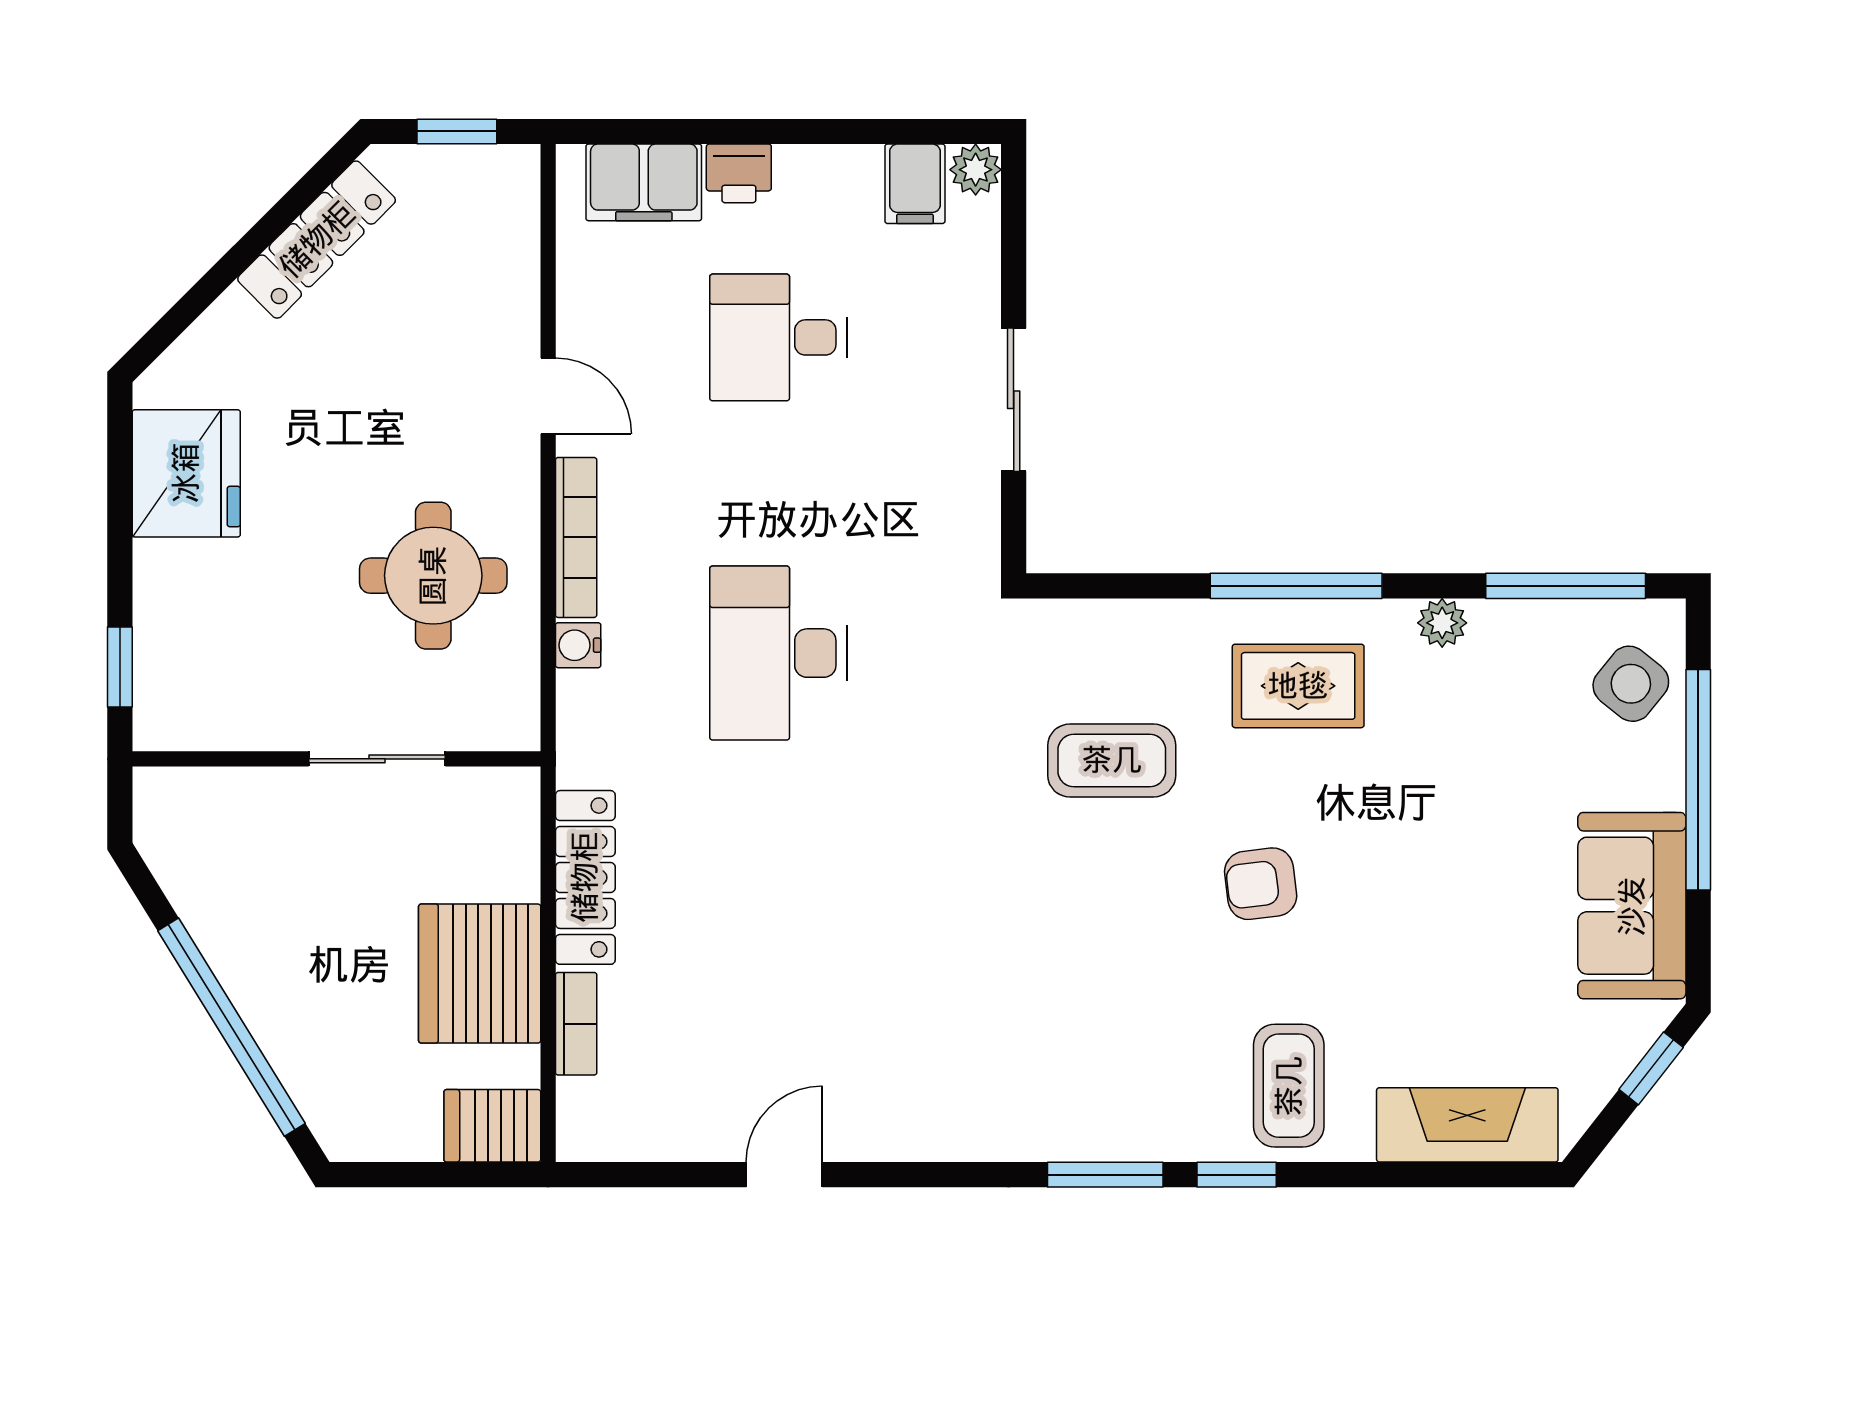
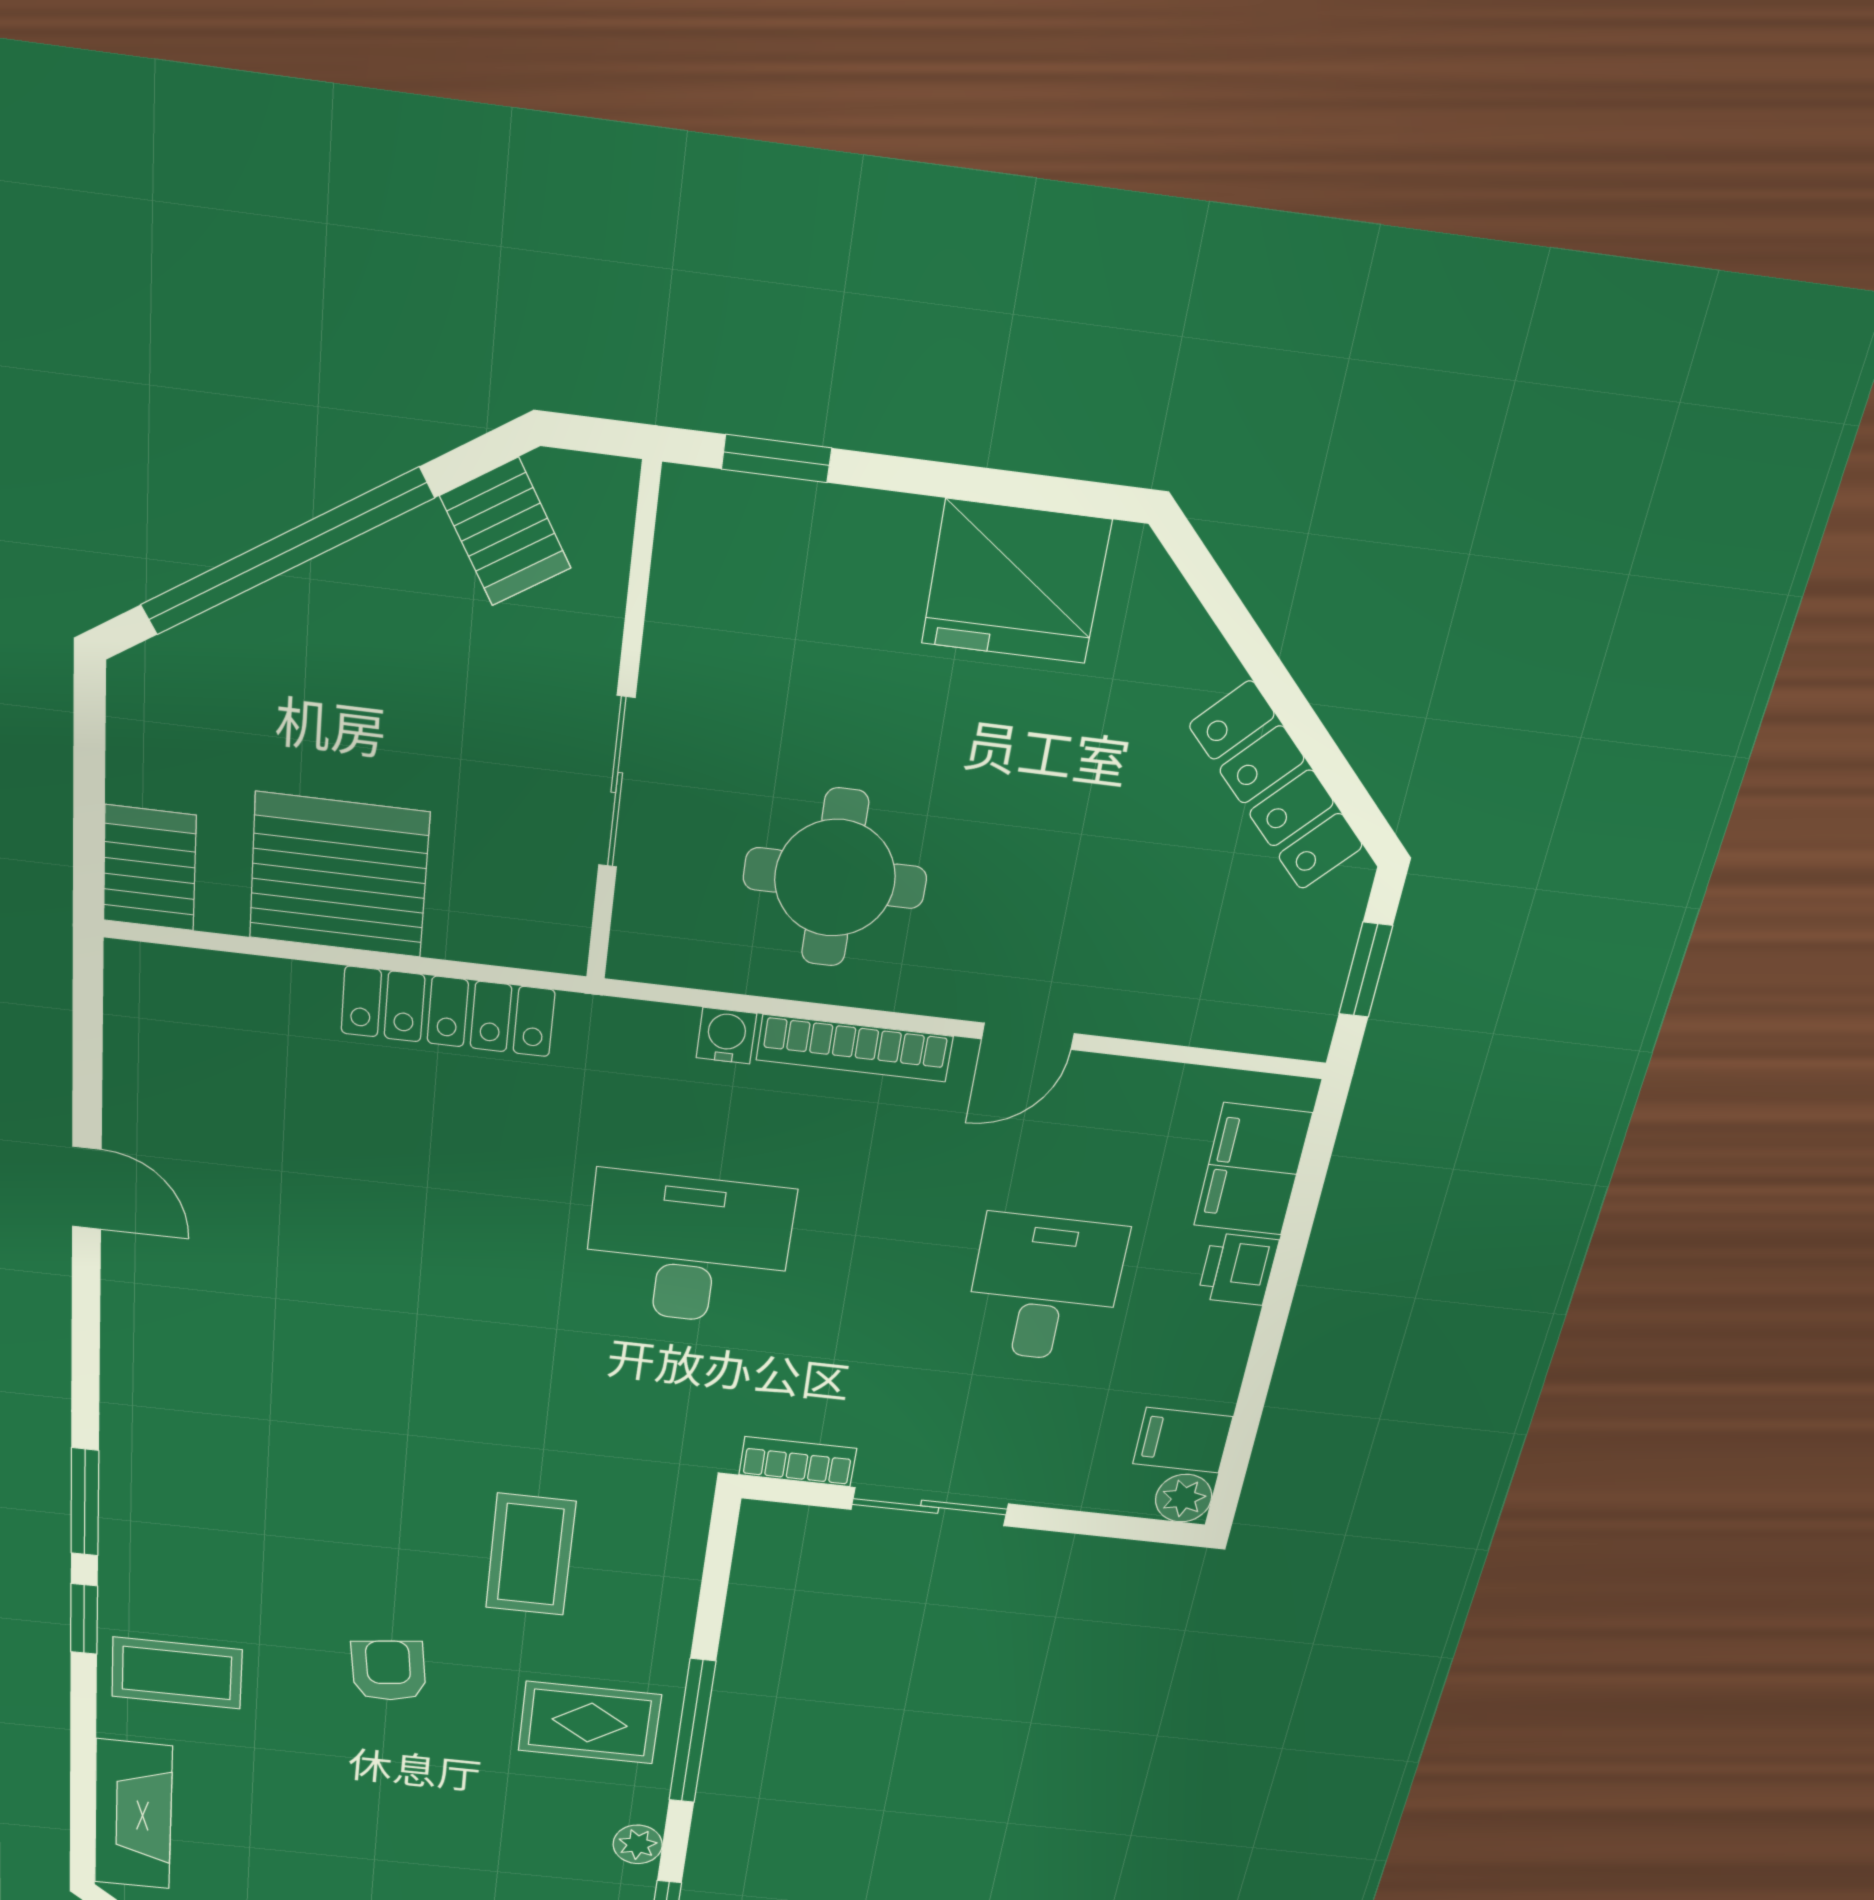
rug: (1298, 686) -> (590, 1723), turned 90
server rack: (197, 863) -> (505, 532), added
bookcase: (576, 1024) -> (798, 1462), moved, turned 180

